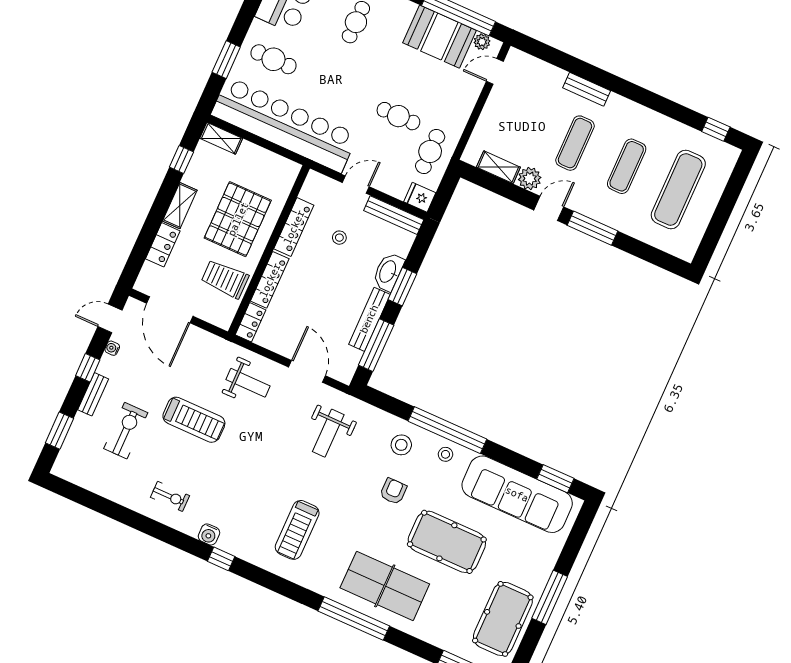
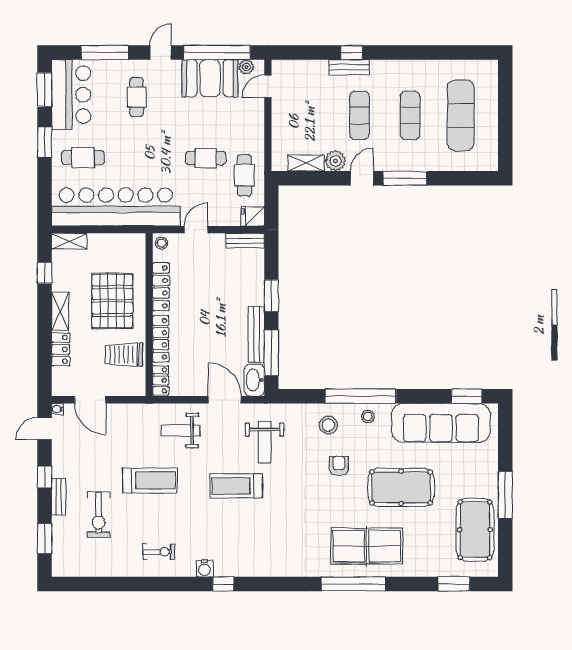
window: (226, 60) -> (45, 142), moved
window: (716, 129) -> (352, 52), moved
bench: (394, 215) -> (245, 241), width x0.73
stool: (339, 238) -> (162, 243), moved
washbasin: (388, 272) -> (254, 380), moved
door: (170, 310) -> (90, 400), width x0.73
water cooler: (112, 348) -> (57, 409), moved
weight bench: (248, 383) -> (181, 431), turned 180
exercise bike: (126, 431) -> (99, 514), turned 180
treadmill: (297, 530) -> (236, 486), moved, turned 90

